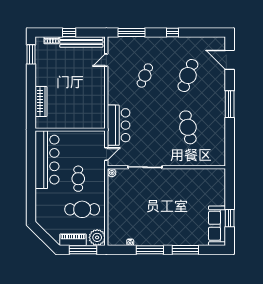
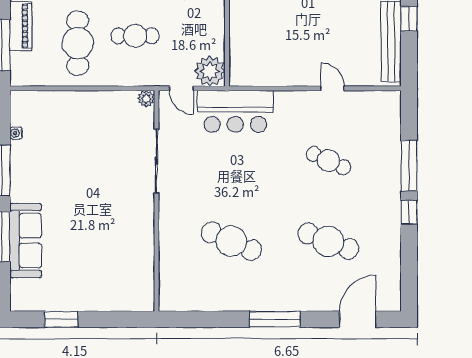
window: (132, 32) -> (409, 166), moved
door: (106, 60) -> (332, 88), moved
cafe table: (188, 127) -> (231, 241), turned 36
sofa: (217, 226) -> (26, 241), moved, turned 90
plant: (97, 237) -> (210, 71), moved

